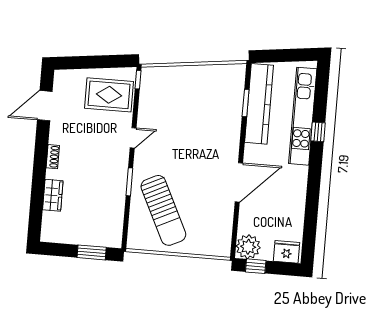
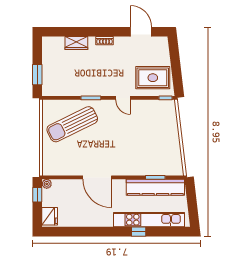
rug: (109, 95) -> (153, 78), turned 90
plant: (248, 247) -> (47, 184), width x0.53, depth x0.53

